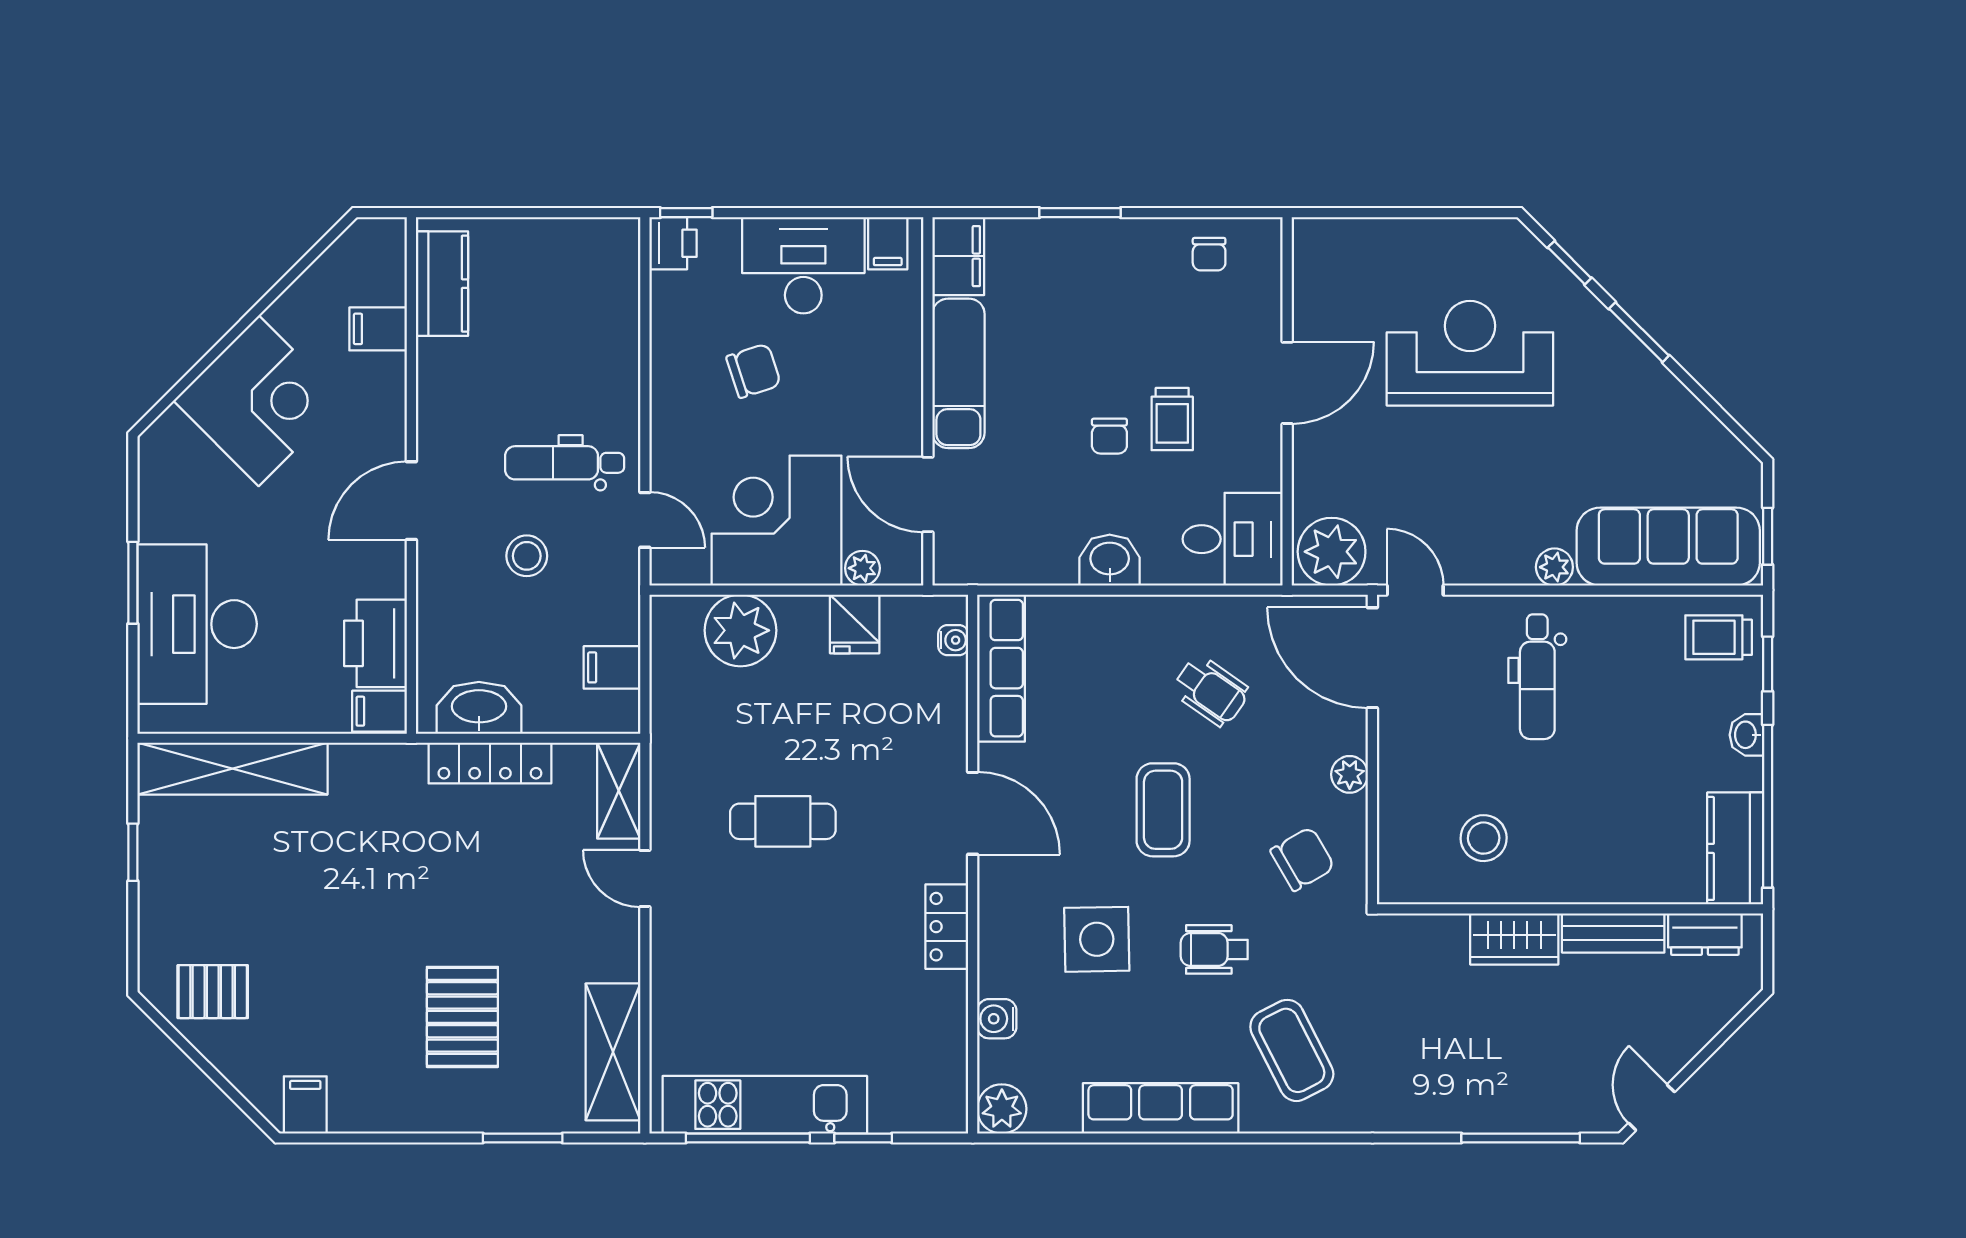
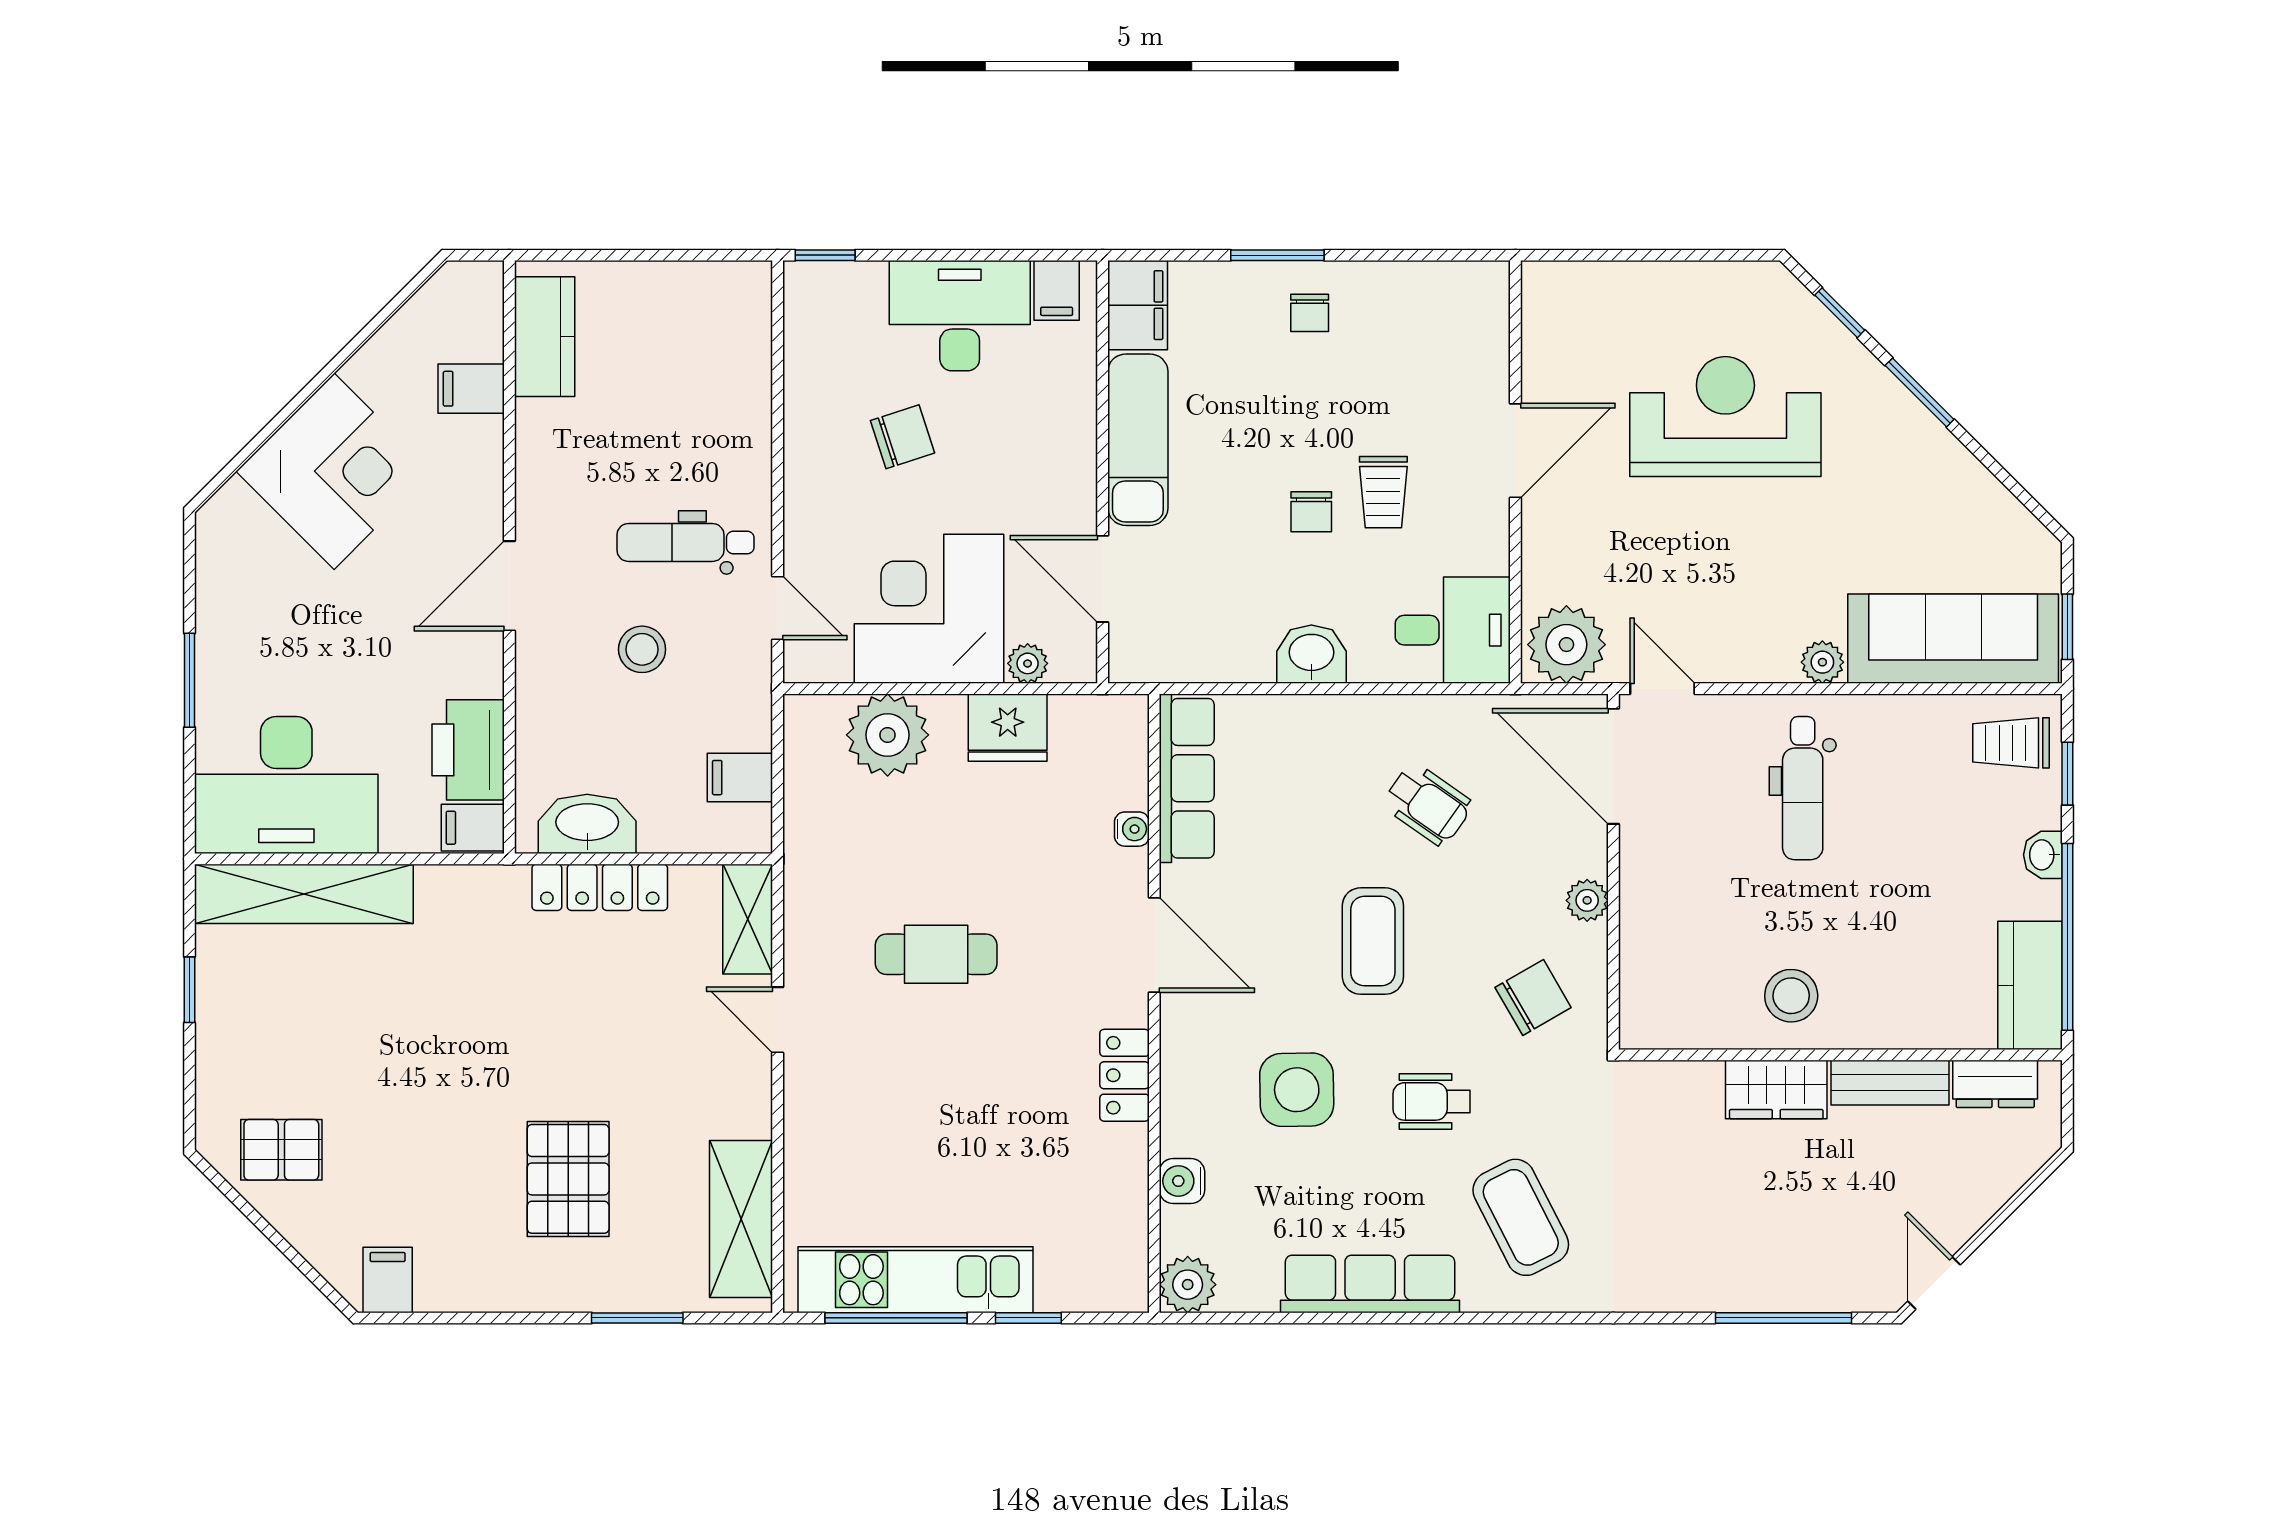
printer: (673, 243) -> (810, 290), removed
chair: (1209, 254) -> (1310, 313), moved
desk: (197, 624) -> (286, 785), moved, turned -90
fridge: (855, 624) -> (1008, 728), width x1.38
water cooler: (953, 640) -> (1132, 829), moved
stool: (1484, 838) -> (1791, 996), moved

